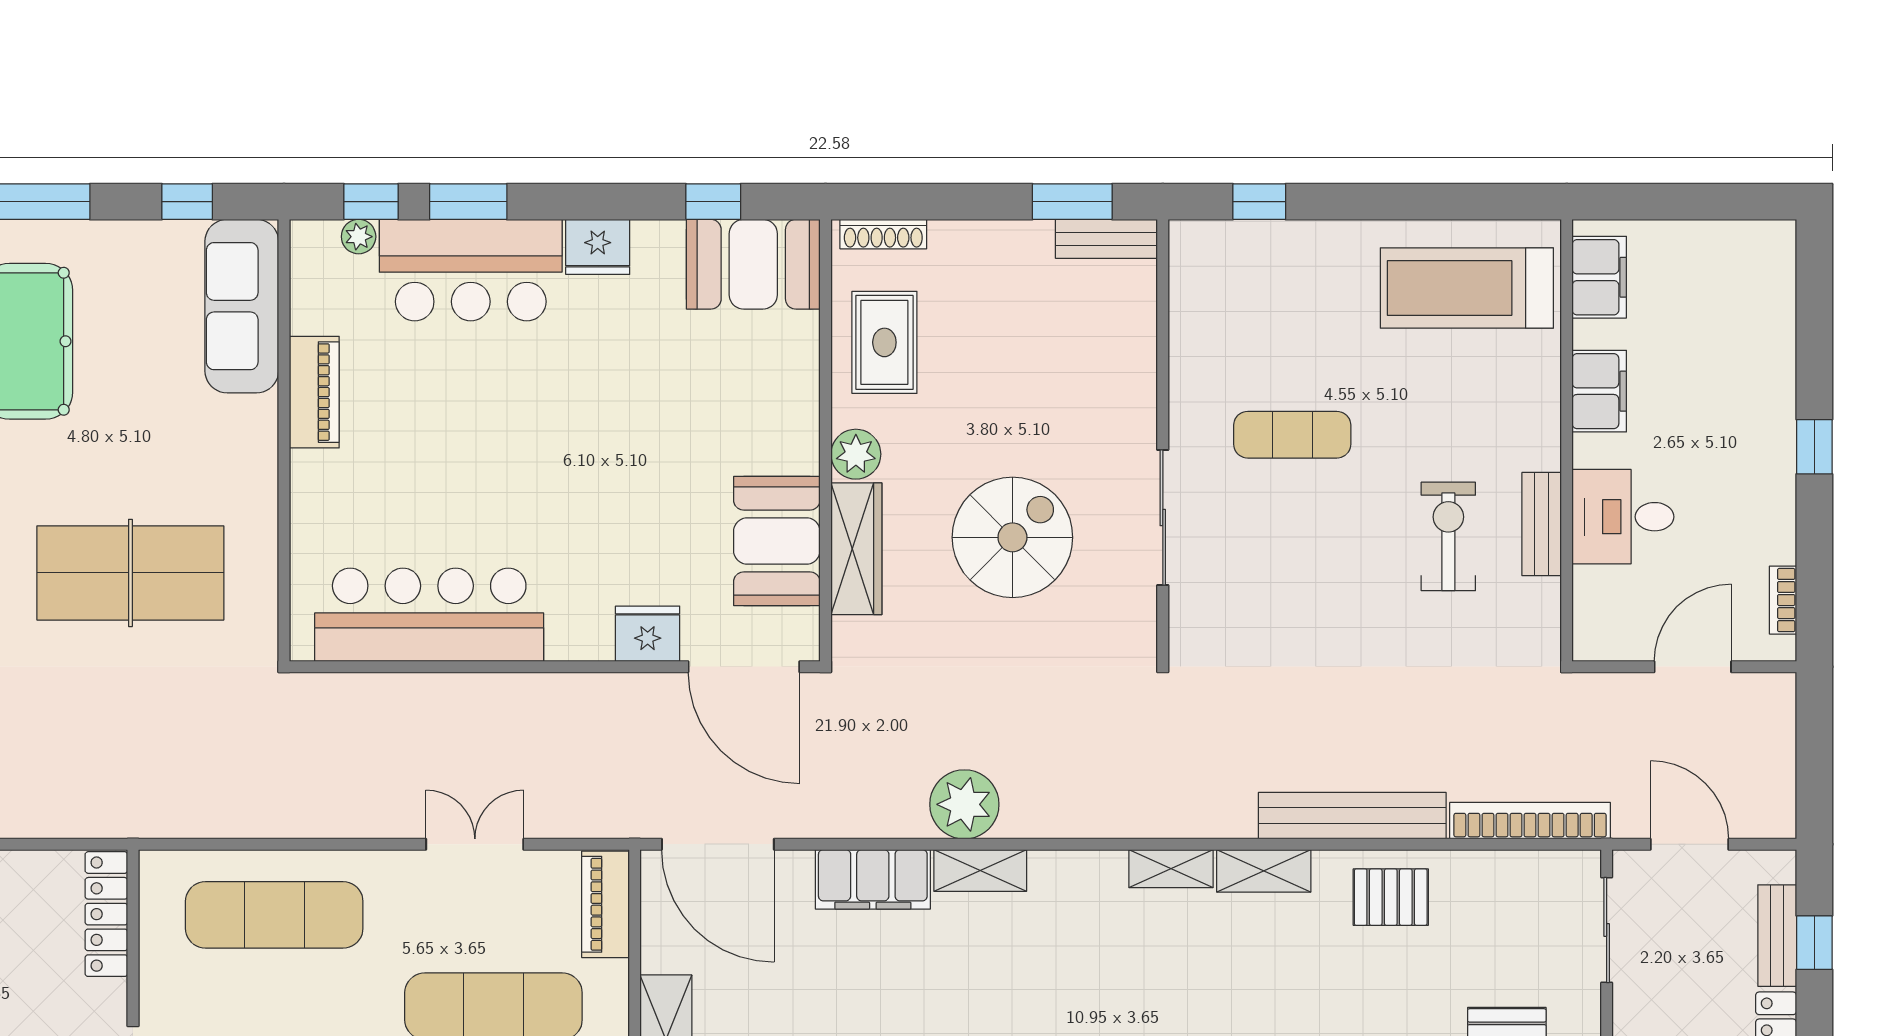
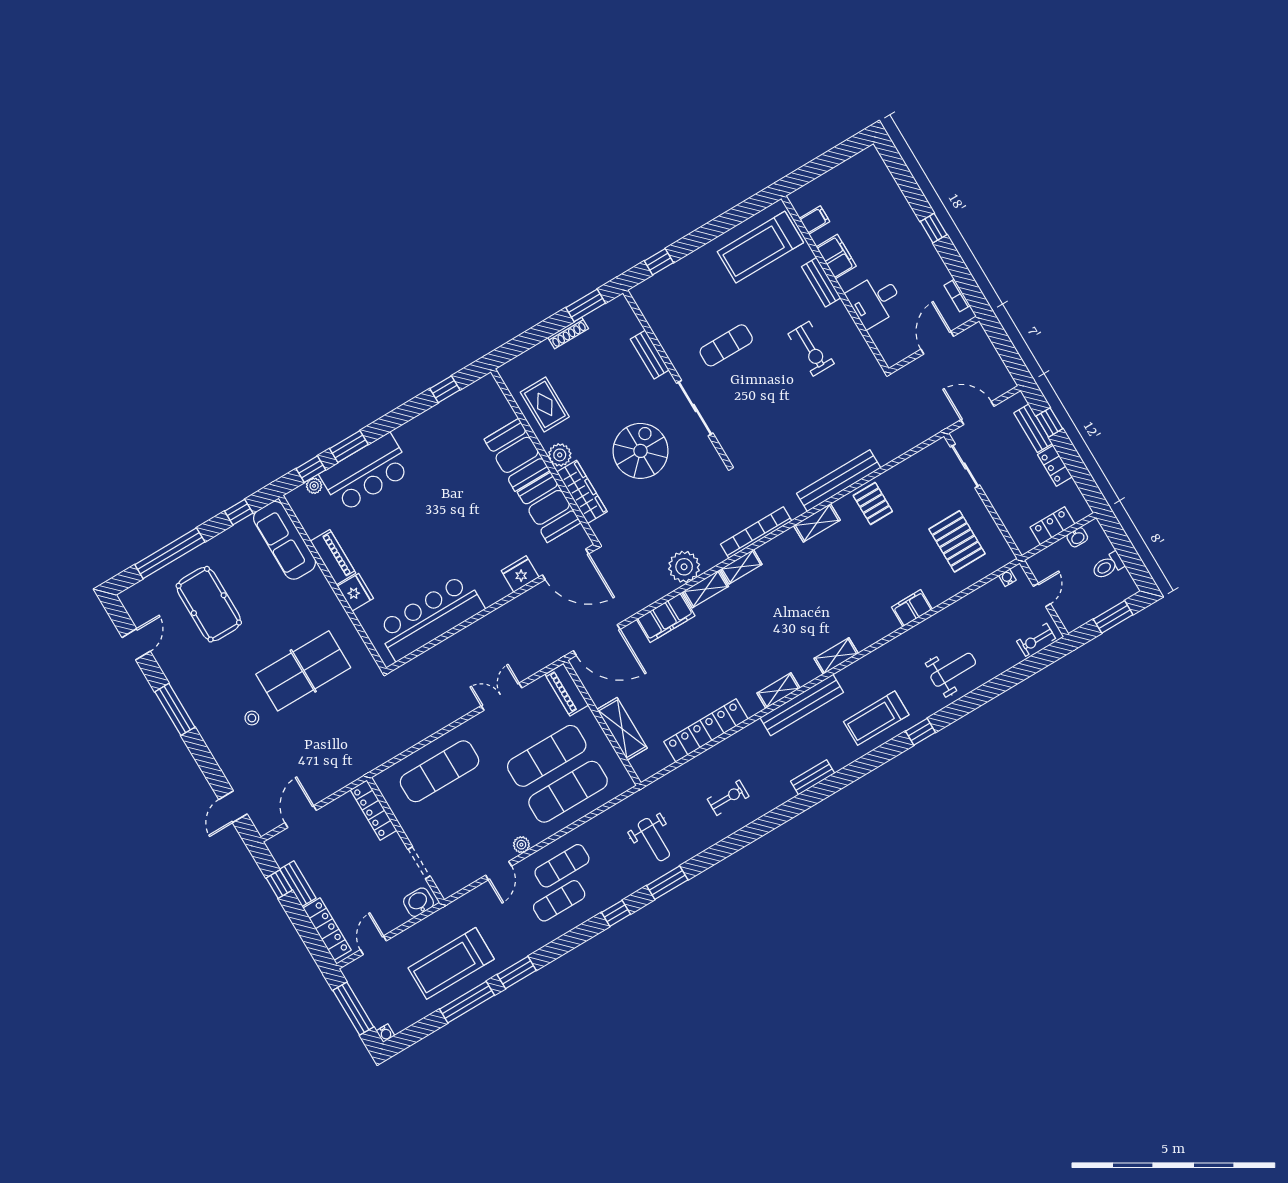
shoe rack: (883, 234) -> (568, 333), moved
bench: (1106, 239) -> (650, 355), moved, turned 90
fridge: (598, 247) -> (355, 592), moved, turned -90
booth: (753, 264) -> (517, 455), moved, turned 90
filing cabinet: (1599, 277) -> (814, 220), width x0.50
bench: (1542, 524) -> (821, 282), moved
exercise bike: (1448, 536) -> (811, 349), turned 180
bookcase: (1530, 821) -> (756, 533), moved
shelving: (1171, 869) -> (741, 567), moved
pallet: (1391, 897) -> (873, 504), turned 90

